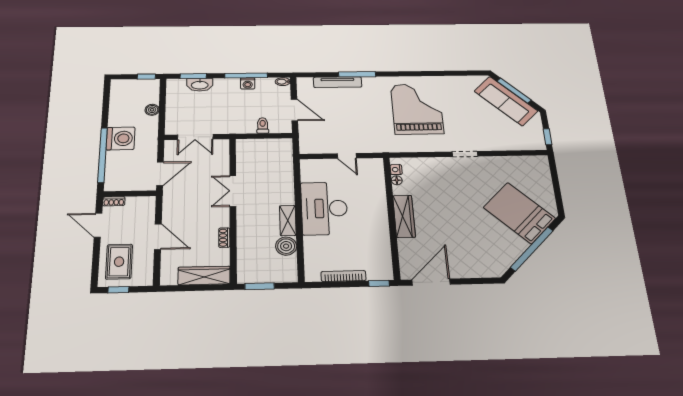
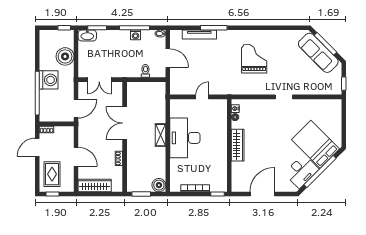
washbasin: (200, 85) -> (87, 36), moved
grand piano: (417, 109) -> (254, 59), width x0.73, depth x0.68
boiler: (152, 110) -> (65, 56), width x1.86, depth x1.86
door: (347, 156) -> (202, 97), swing flipped
double door: (233, 191) -> (125, 123), width x1.37
shelving: (288, 221) -> (161, 135), moved
door: (98, 225) -> (37, 147), hinge flipped
boiler: (286, 246) -> (159, 185), moved
desk: (504, 249) -> (301, 171), added
wardrobe: (204, 276) -> (95, 185), moved
door: (431, 282) -> (262, 194), moved

